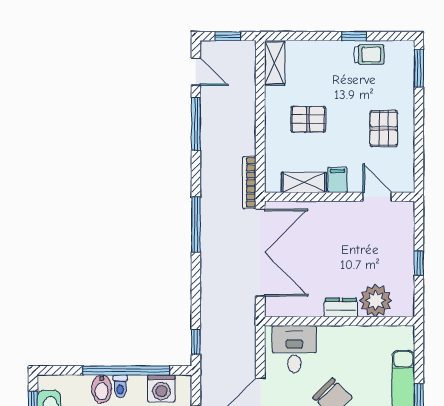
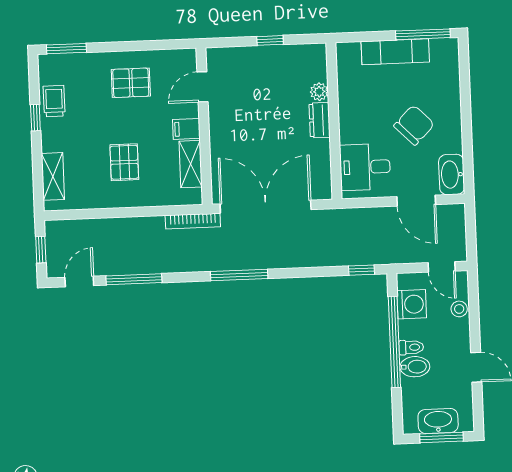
shelving: (275, 63) -> (53, 176), moved, turned 90
plant: (376, 301) -> (319, 92), width x0.53, depth x0.53

